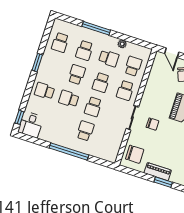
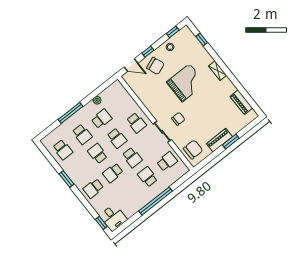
school desk: (133, 66) -> (167, 161), moved, turned 90

